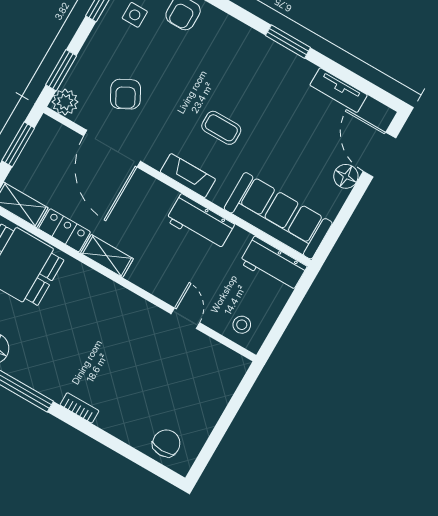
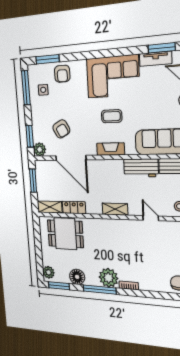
window: (288, 42) -> (162, 48), moved
corner sofa: (260, 72) -> (113, 77), added
workbench: (200, 222) -> (141, 168), moved
shelving: (107, 256) -> (115, 209), moved
plant: (51, 378) -> (108, 278), added

